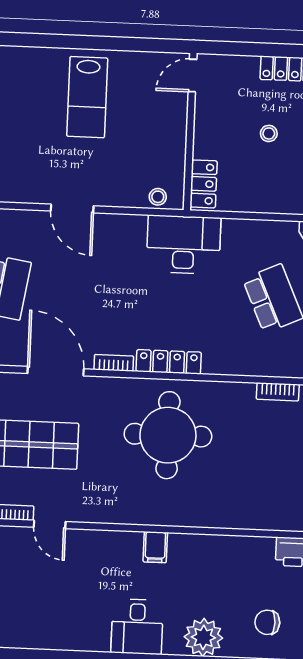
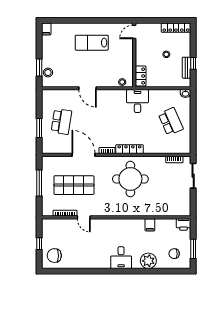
lab bench: (87, 97) -> (92, 43), turned 90
desk: (184, 245) -> (137, 101), width x0.73
filing cabinet: (155, 547) -> (150, 225), moved

